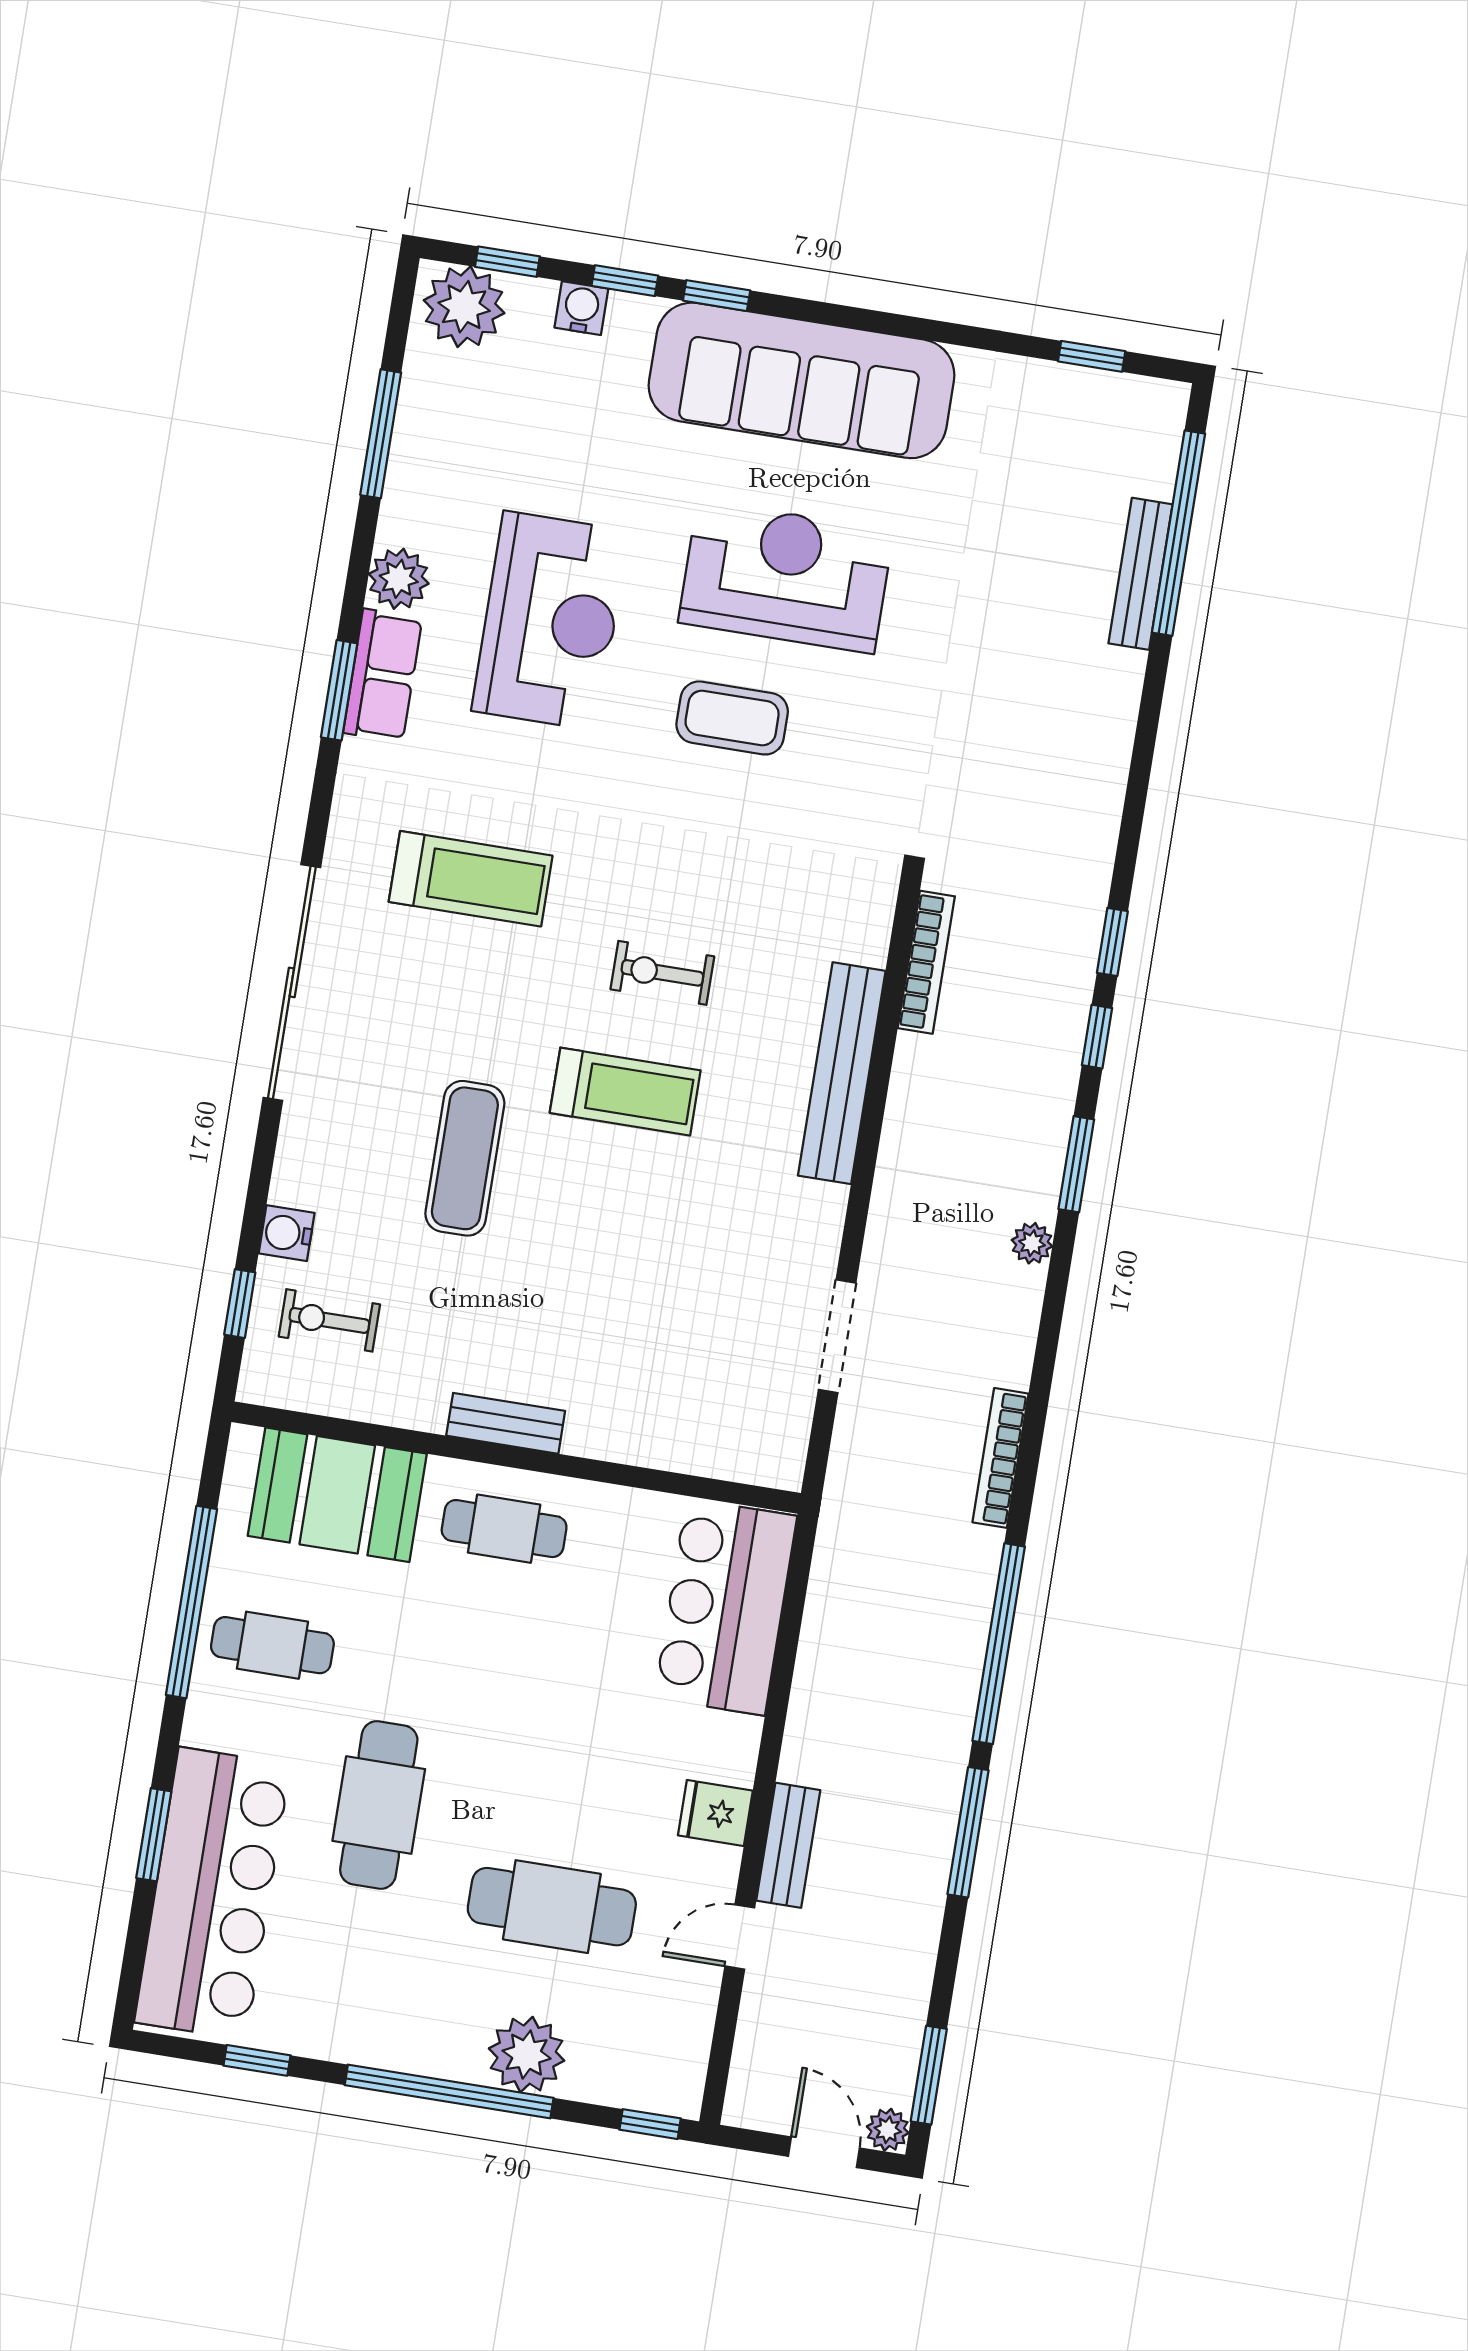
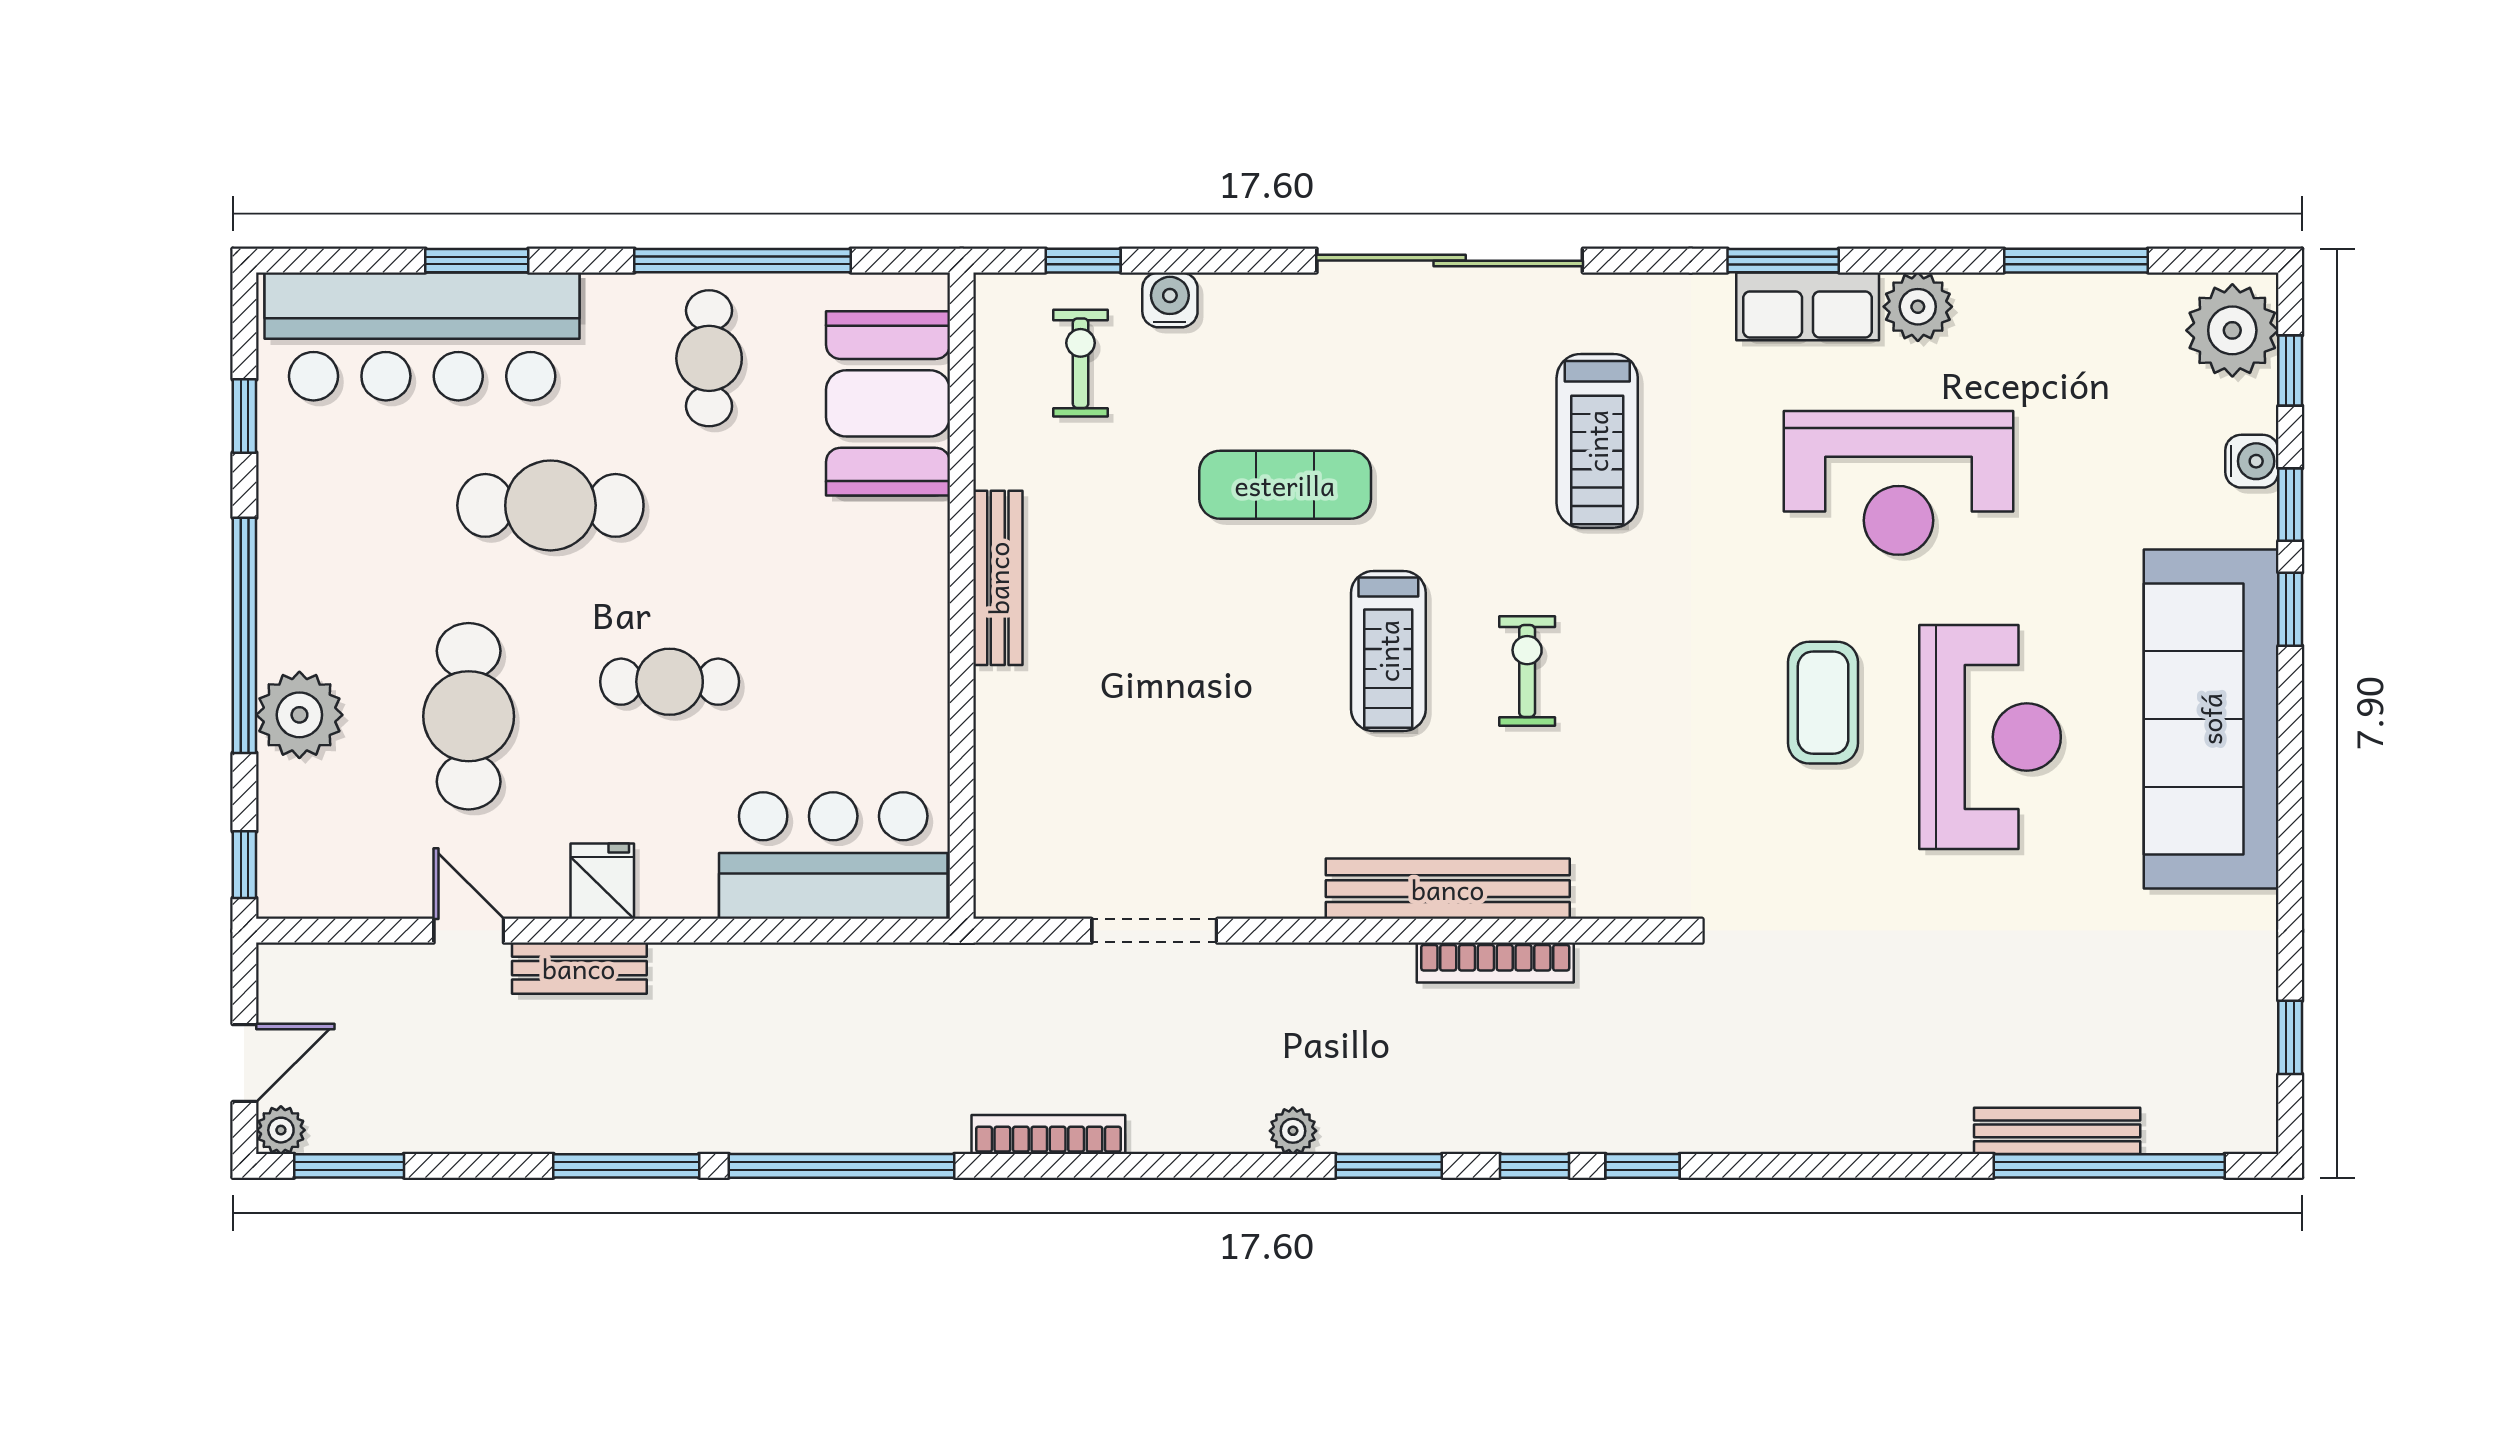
bookcase: (926, 962) -> (1495, 963), moved
bench: (506, 1423) -> (998, 578), width x1.36
cafe table: (504, 1529) -> (670, 682), moved, turned 90

